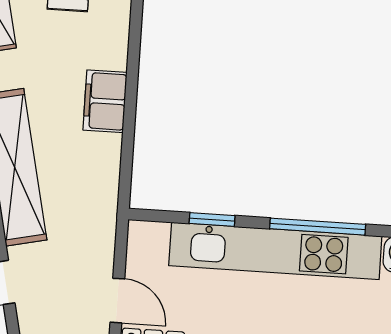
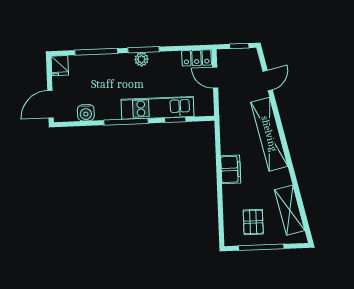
kitchen unit: (275, 251) -> (157, 108), width x0.73

